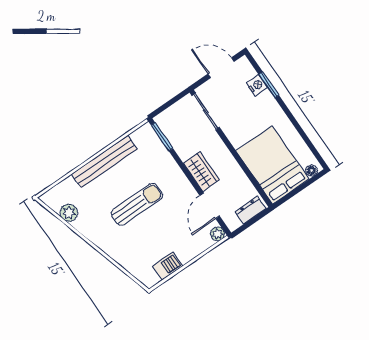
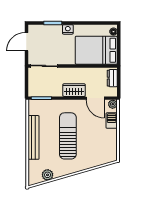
nightstand: (257, 85) -> (68, 29), moved
sun lounger: (137, 204) -> (68, 136), width x1.36, depth x1.34
barbecue: (168, 266) -> (112, 121), moved

